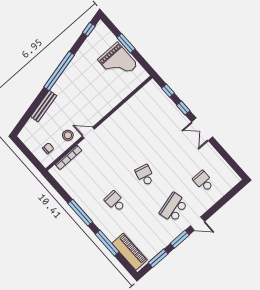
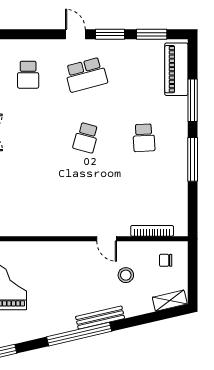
bench: (44, 106) -> (100, 317), moved
shelving: (28, 129) -> (170, 301), added
stool: (68, 135) -> (126, 275), moved

